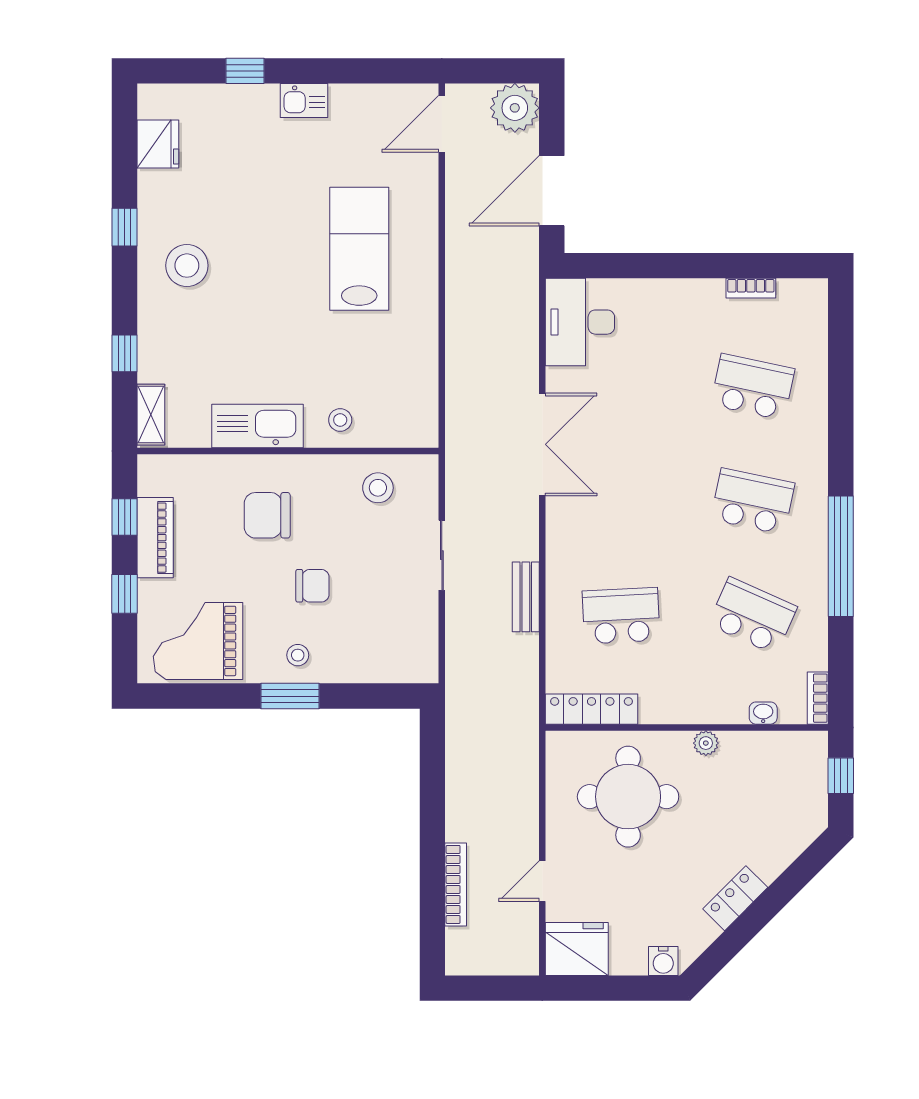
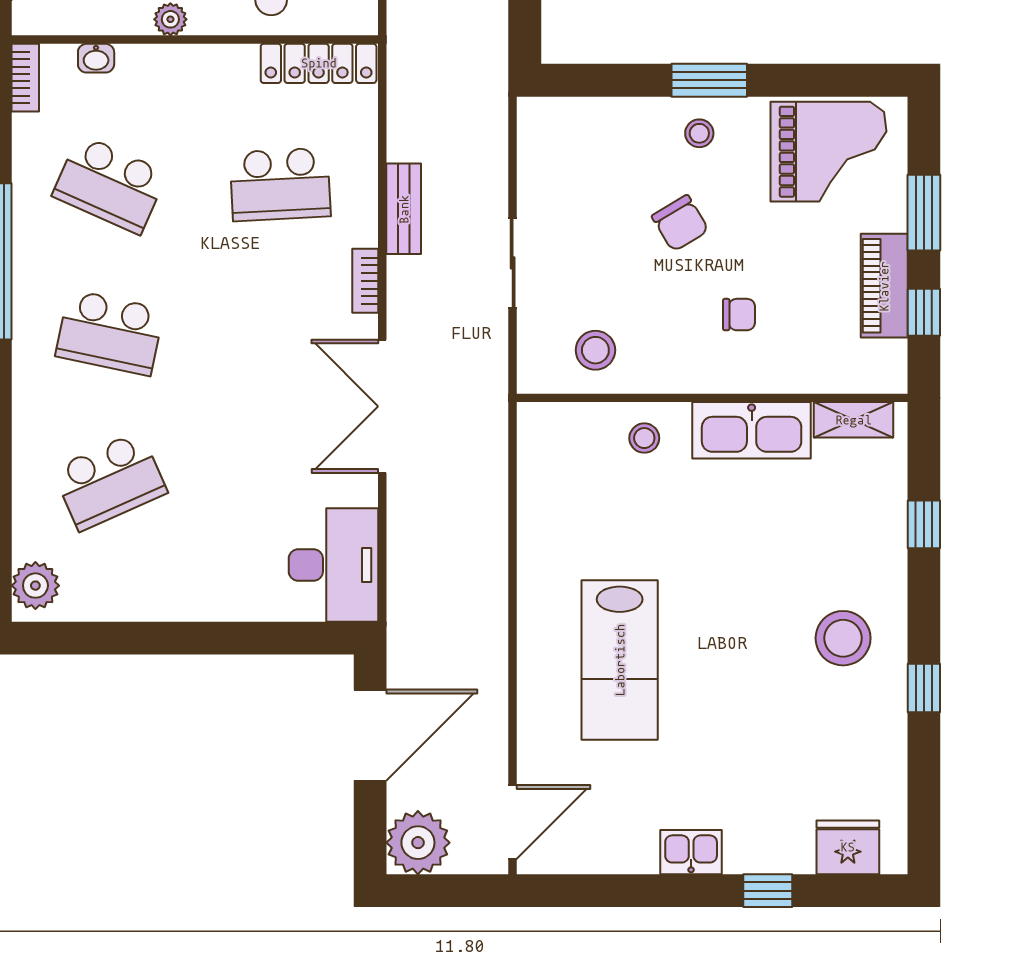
fridge: (158, 144) -> (848, 847), moved, turned 90
bookcase: (751, 288) -> (365, 281), moved, turned -90
plant: (810, 306) -> (35, 586), added
school desk: (753, 387) -> (110, 481), turned -36
shelving: (151, 415) -> (854, 420), moved, turned 90
chair: (267, 515) -> (739, 315), width x0.54, depth x0.54
chair: (312, 586) -> (680, 223), turned -121
window: (125, 594) -> (924, 213), width x1.50

